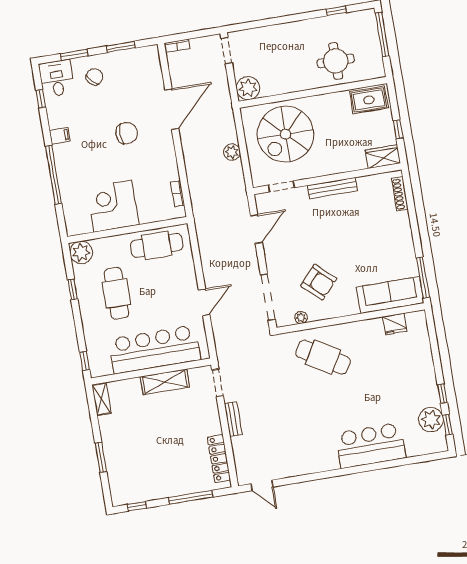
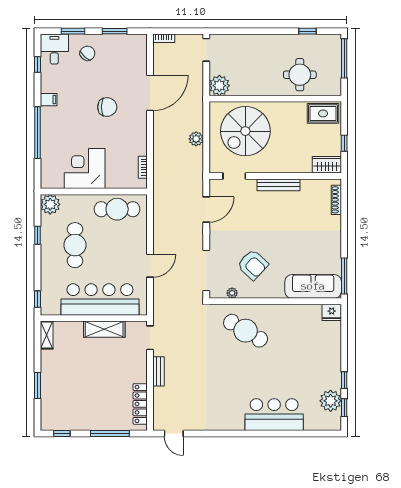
fridge: (395, 324) -> (332, 312), moved

